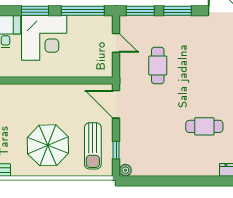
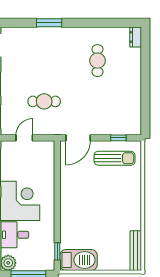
parasol: (48, 145) -> (114, 198), removed
plant: (125, 170) -> (136, 130), removed

